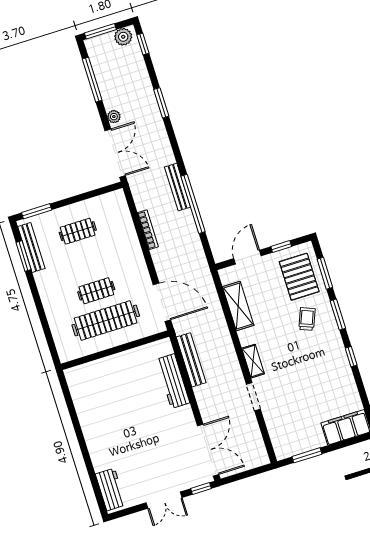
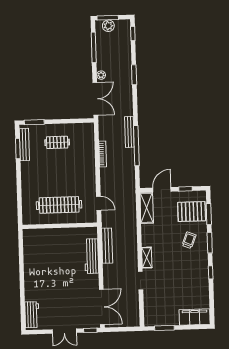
plant: (123, 37) -> (108, 26), moved
pallet: (299, 277) -> (192, 212), turned 90
clothes rail: (96, 291) -> (58, 184), removed
door: (162, 302) -> (99, 203), width x0.53
shelving: (238, 306) -> (147, 208), moved

